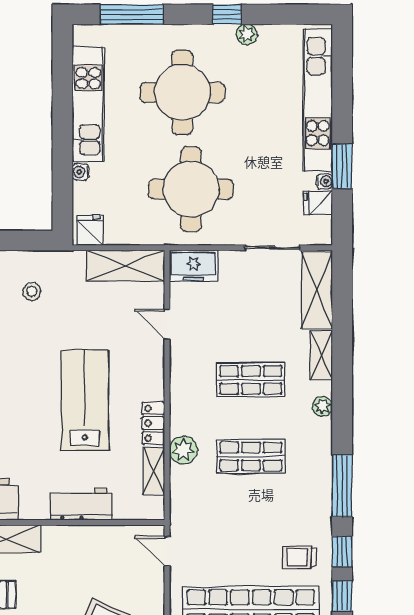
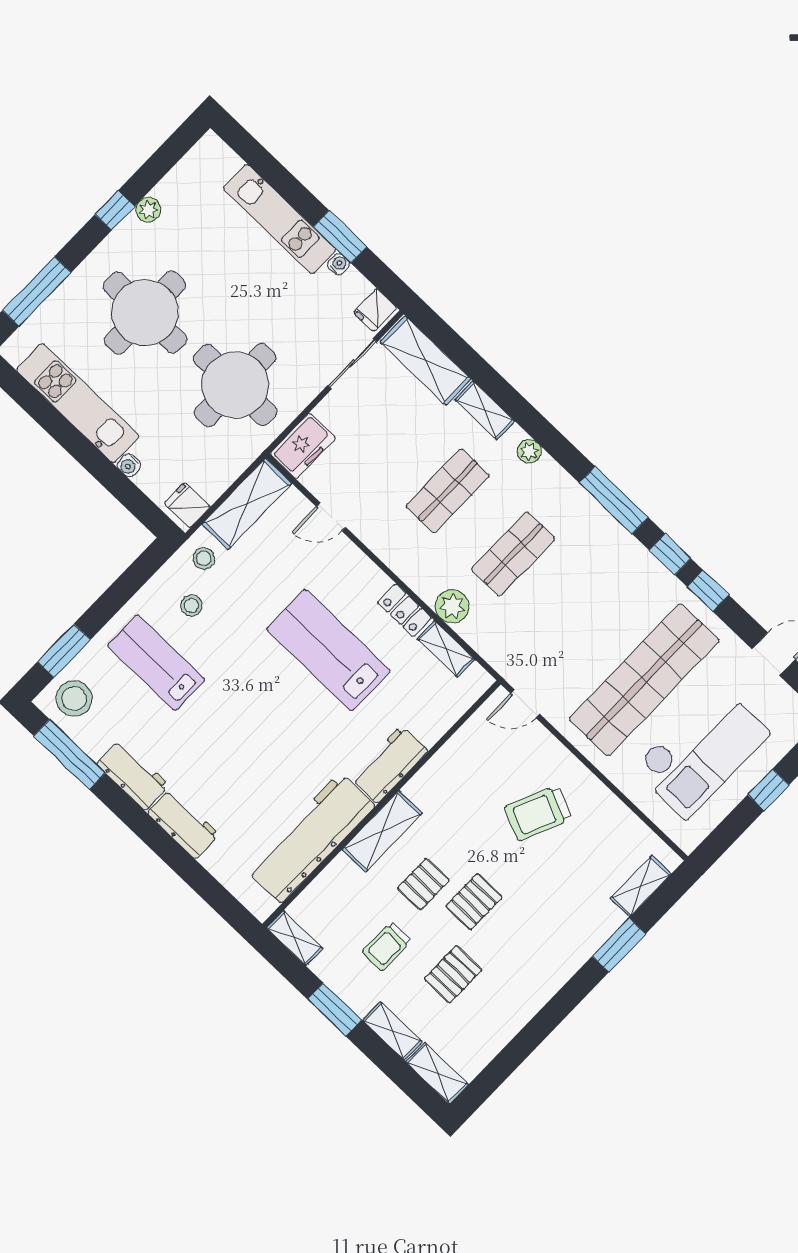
kitchen unit: (318, 100) -> (280, 219), width x0.73
fridge: (318, 203) -> (375, 310), moved
stool: (68, 271) -> (204, 558), added
workbench: (81, 504) -> (389, 764), moved
trolley: (299, 557) -> (640, 596), removed

